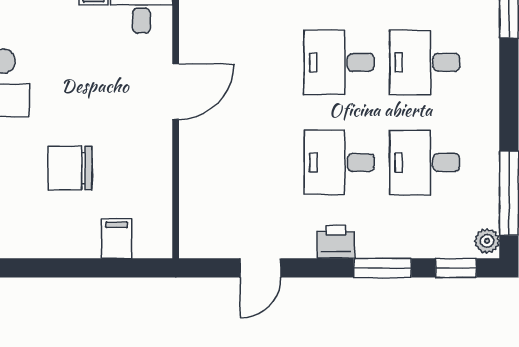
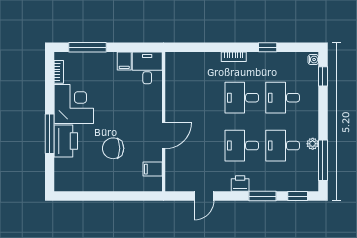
door: (176, 92) -> (164, 135), moved
filing cabinet: (117, 239) -> (153, 169), moved, turned -90
plant: (487, 241) -> (313, 144), moved

